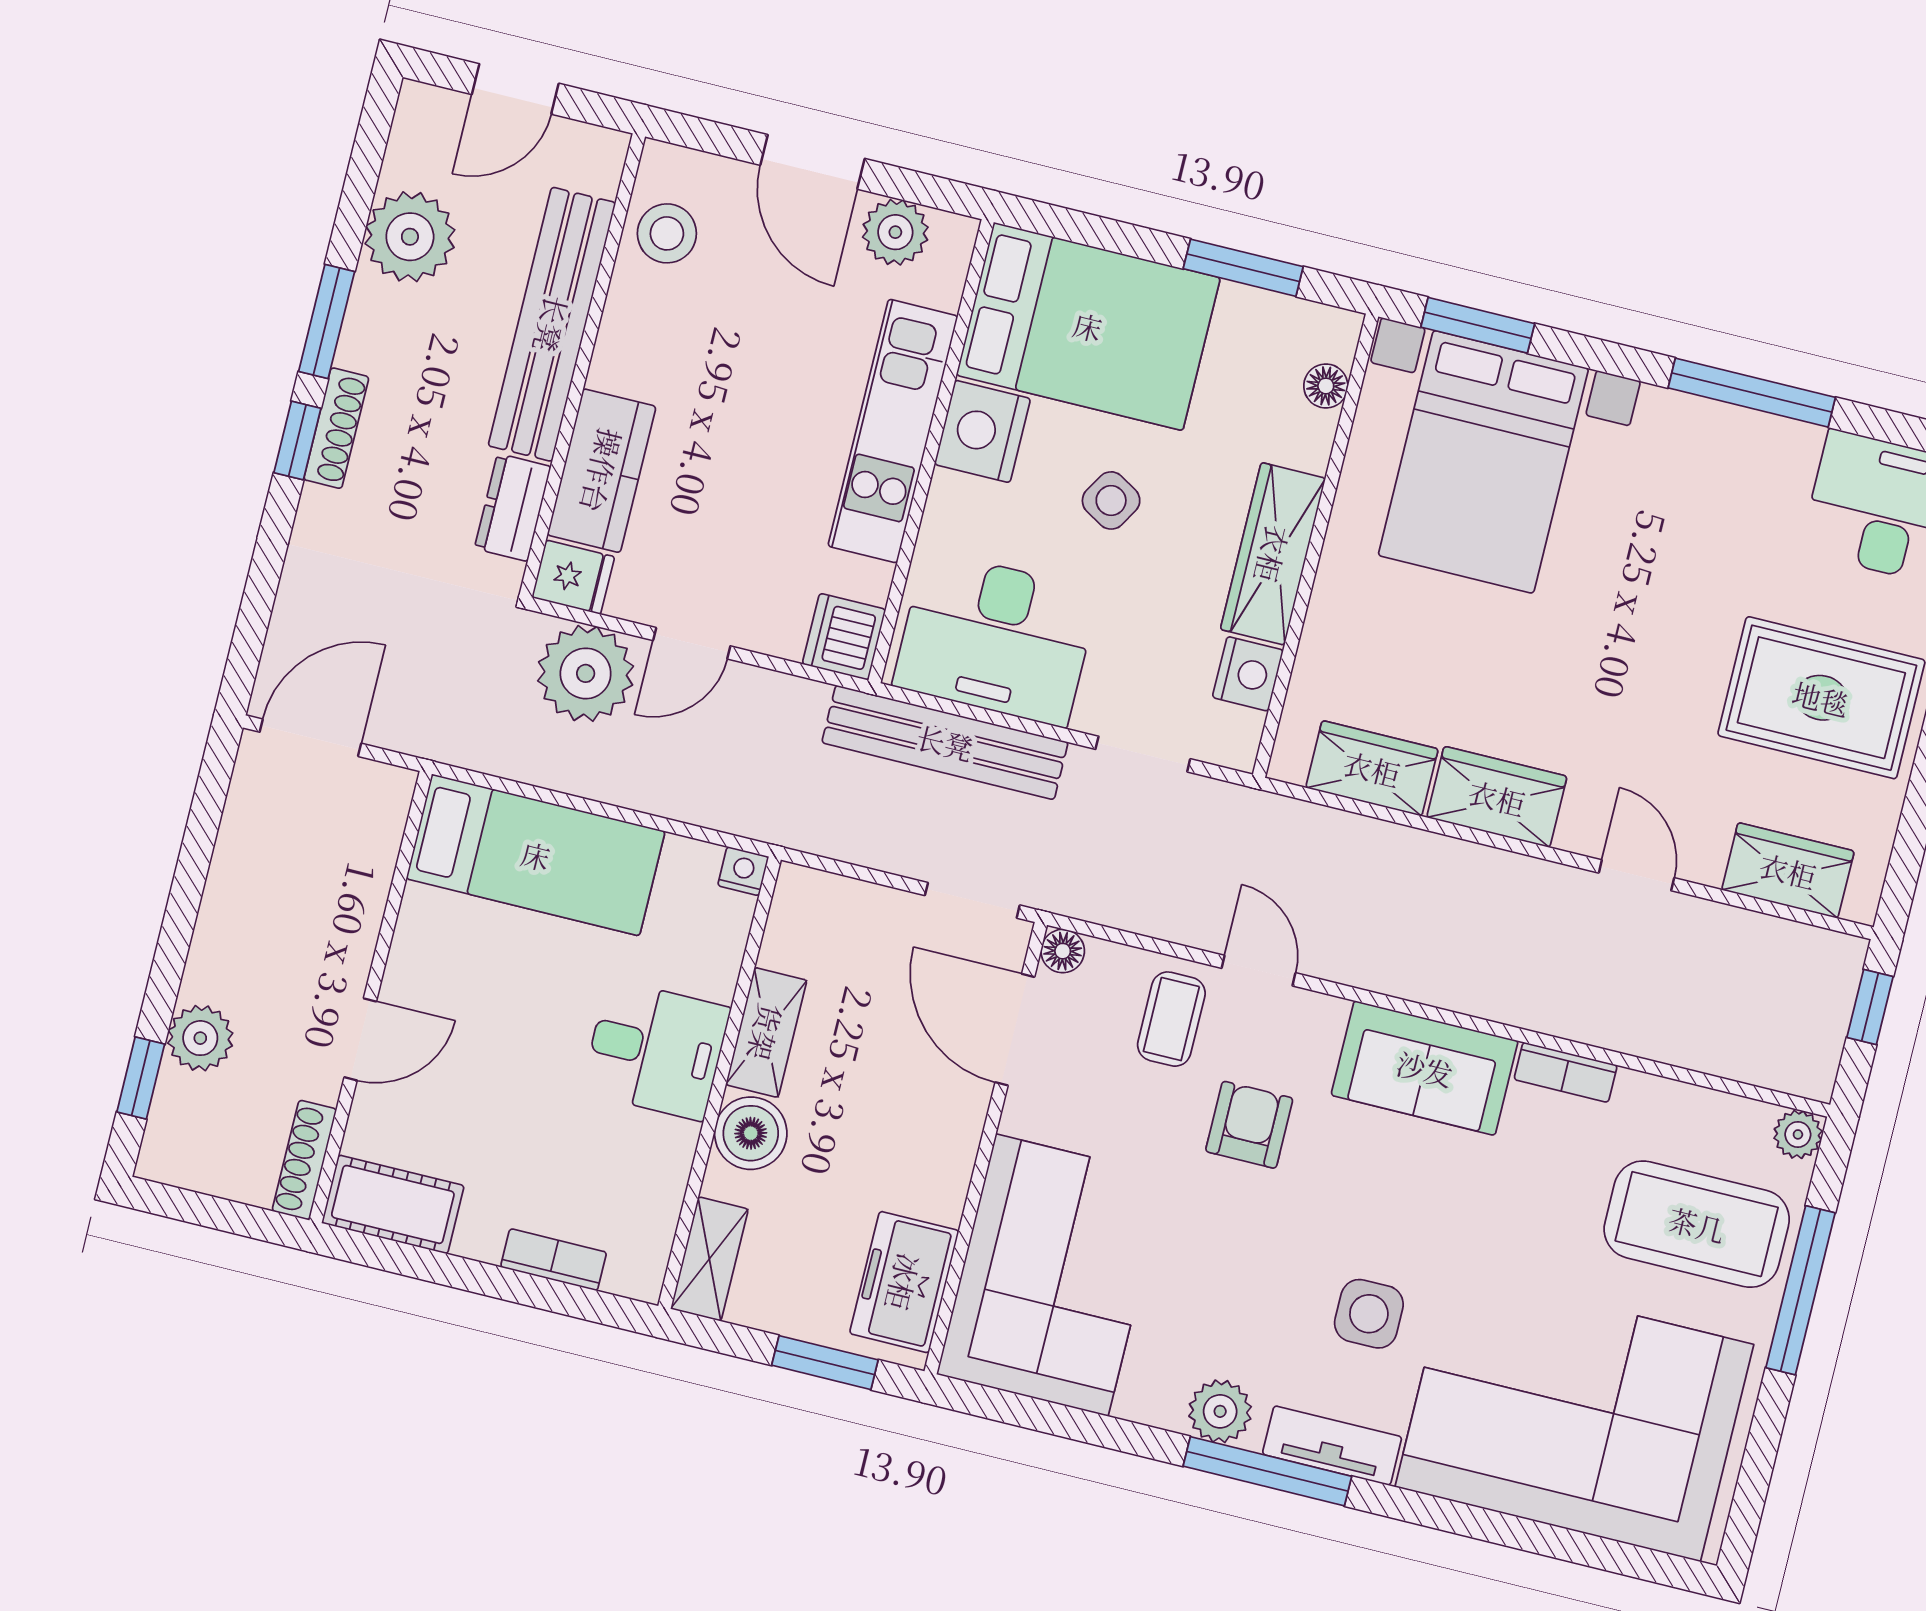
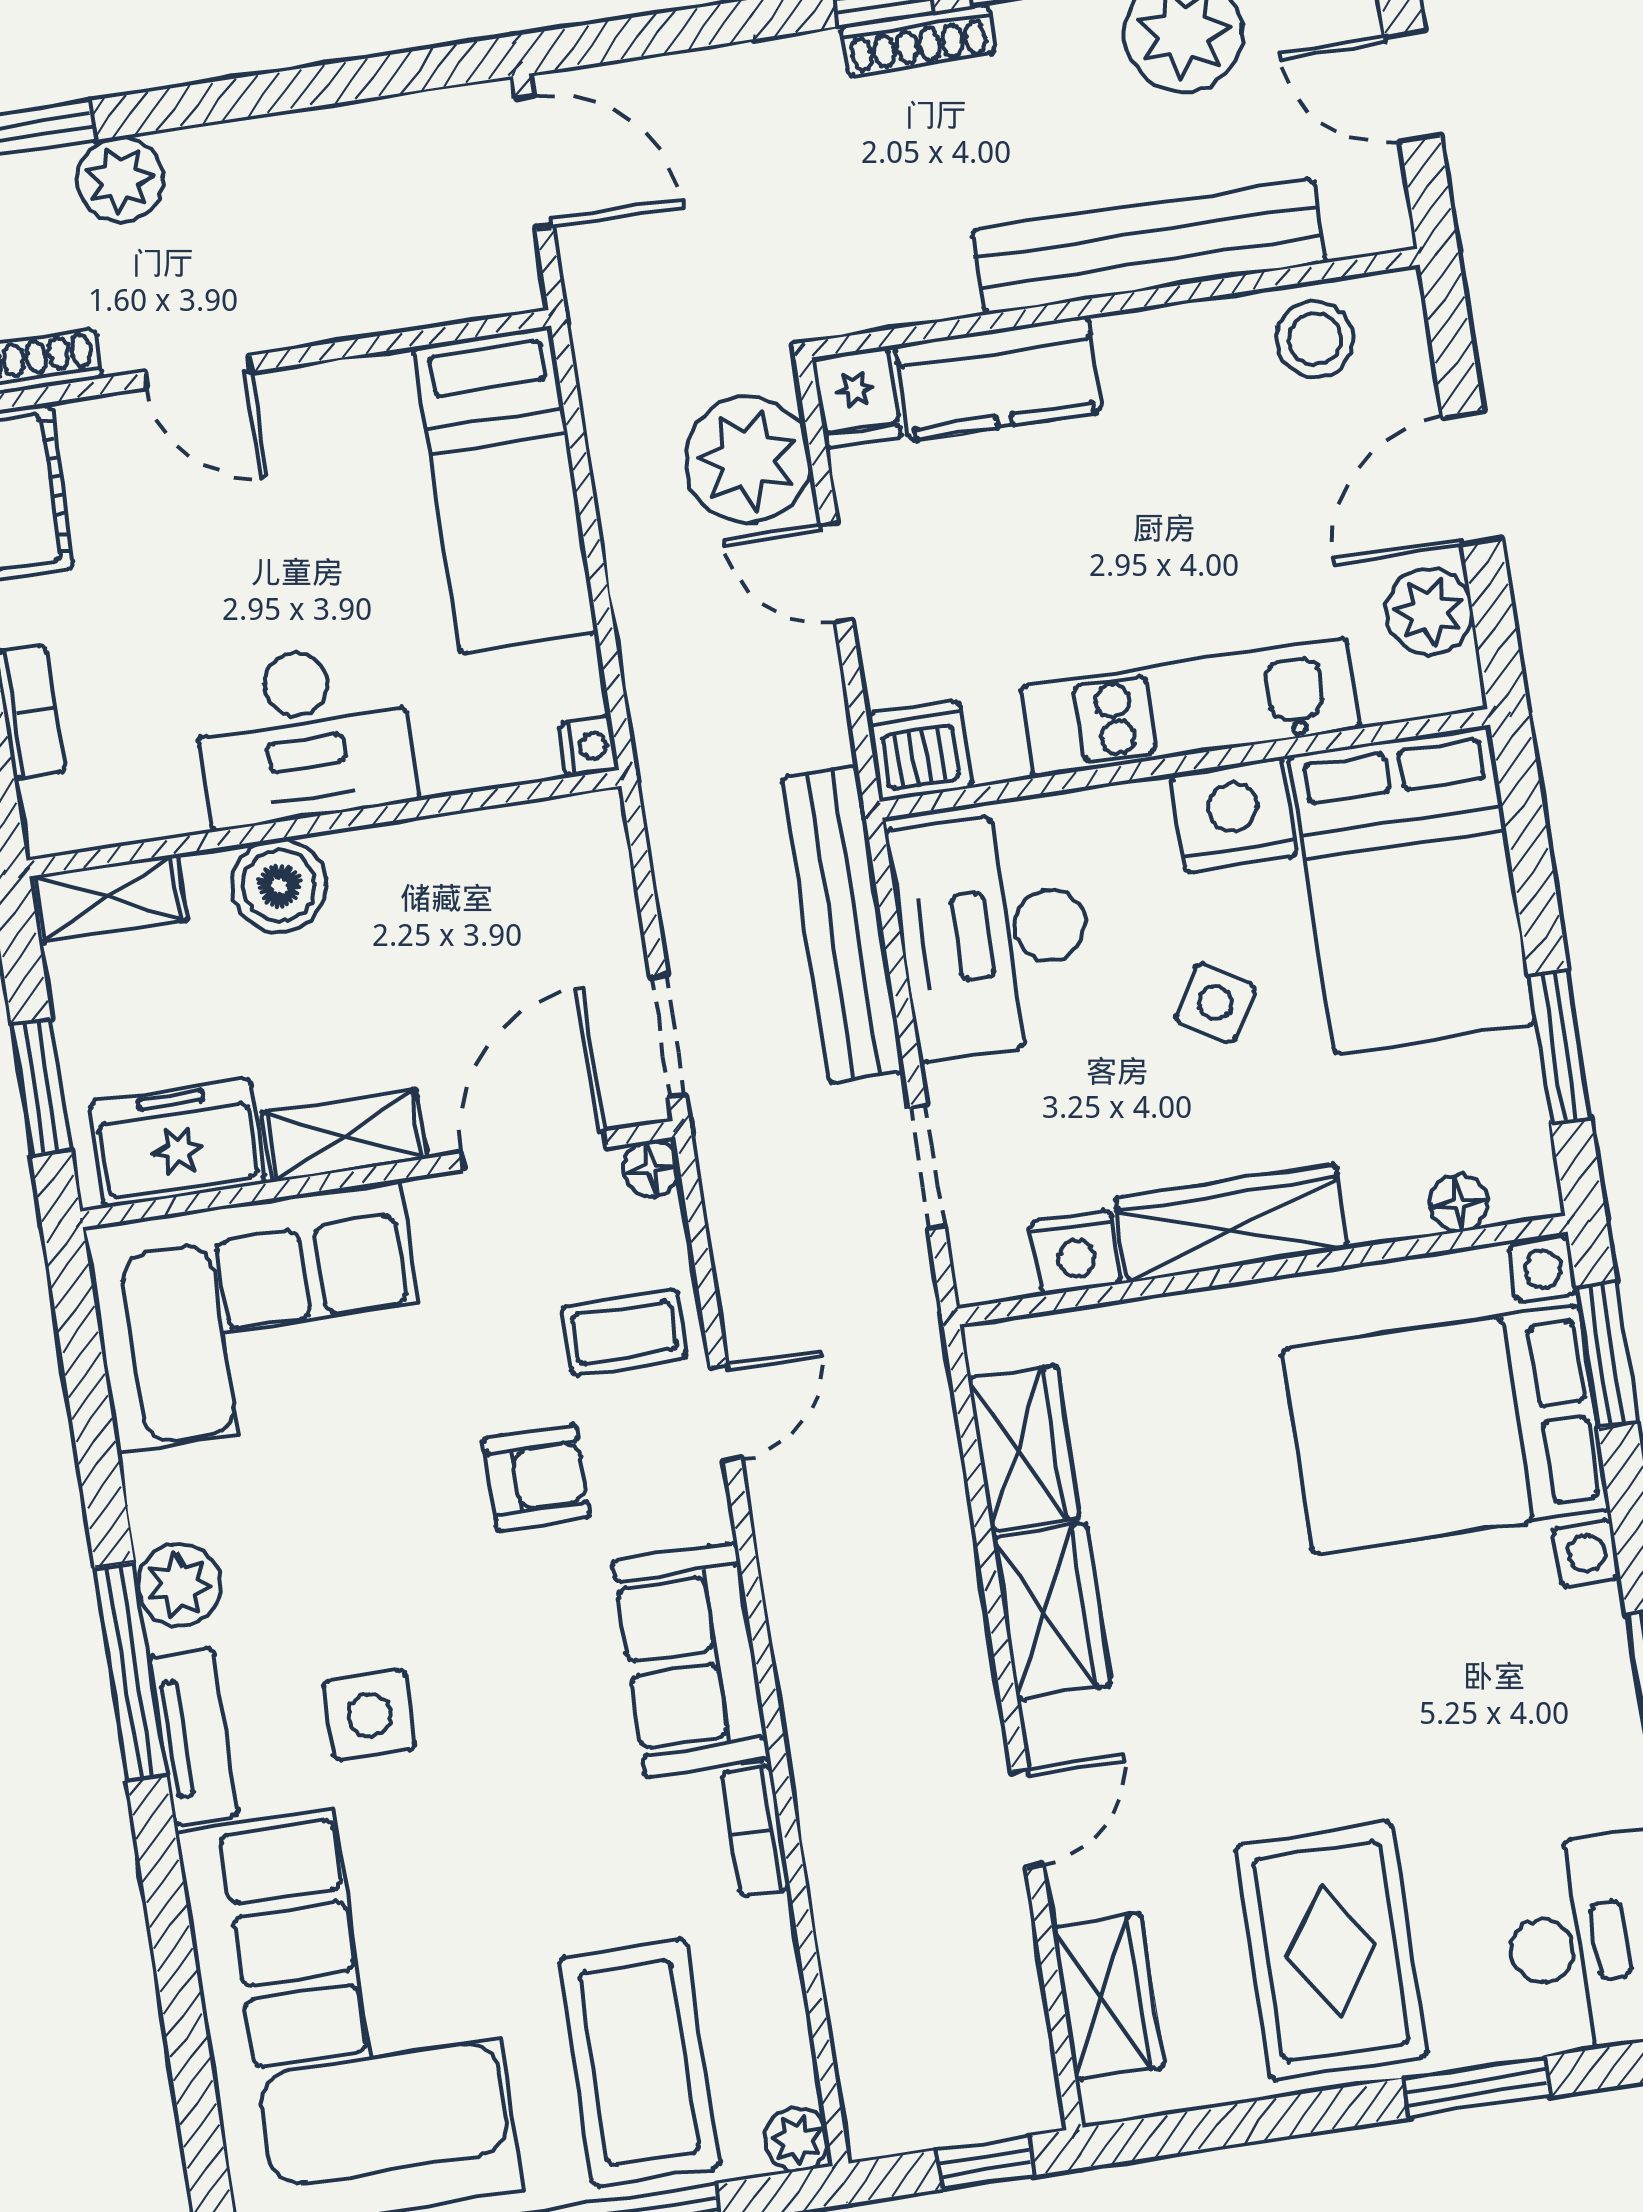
dresser: (513, 508) -> (910, 290), removed
shelving: (766, 1032) -> (344, 1136), moved
desk: (656, 1050) -> (304, 735), width x1.37

